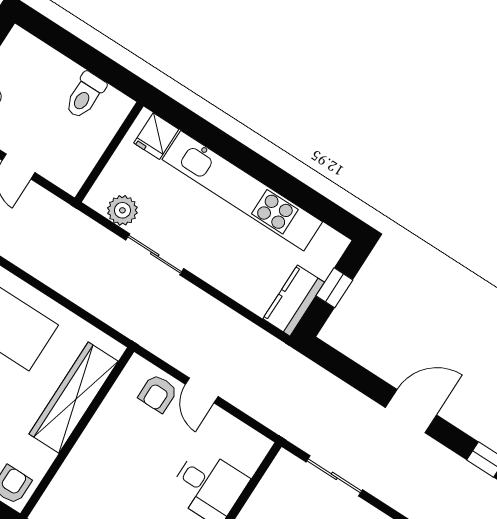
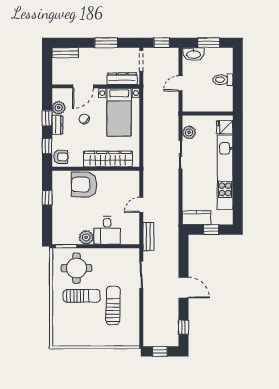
toilet: (85, 95) -> (223, 80), moved
armchair: (158, 393) -> (84, 185), moved, width x1.88, depth x1.88
bench: (271, 416) -> (148, 237), added

